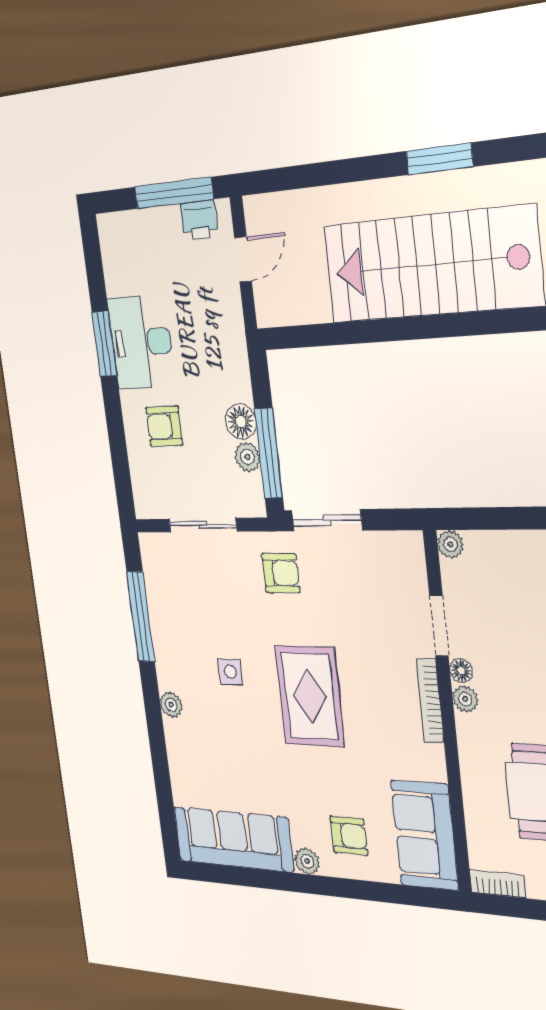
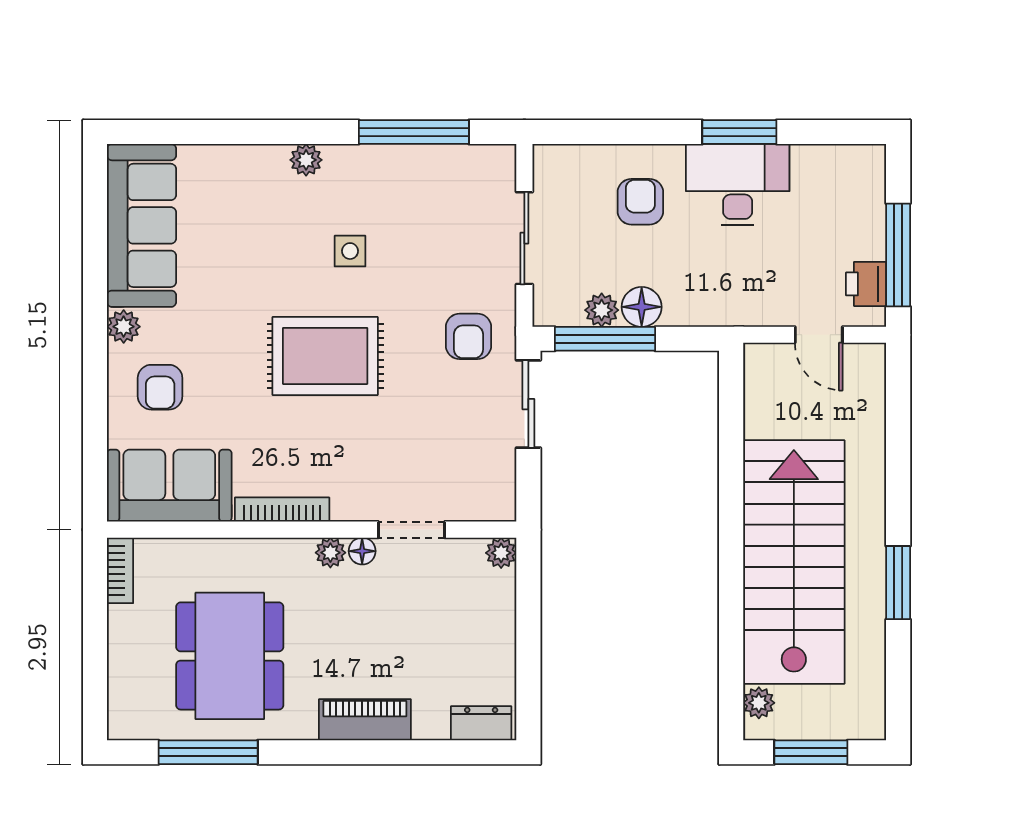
bookcase: (430, 700) -> (282, 510), moved

